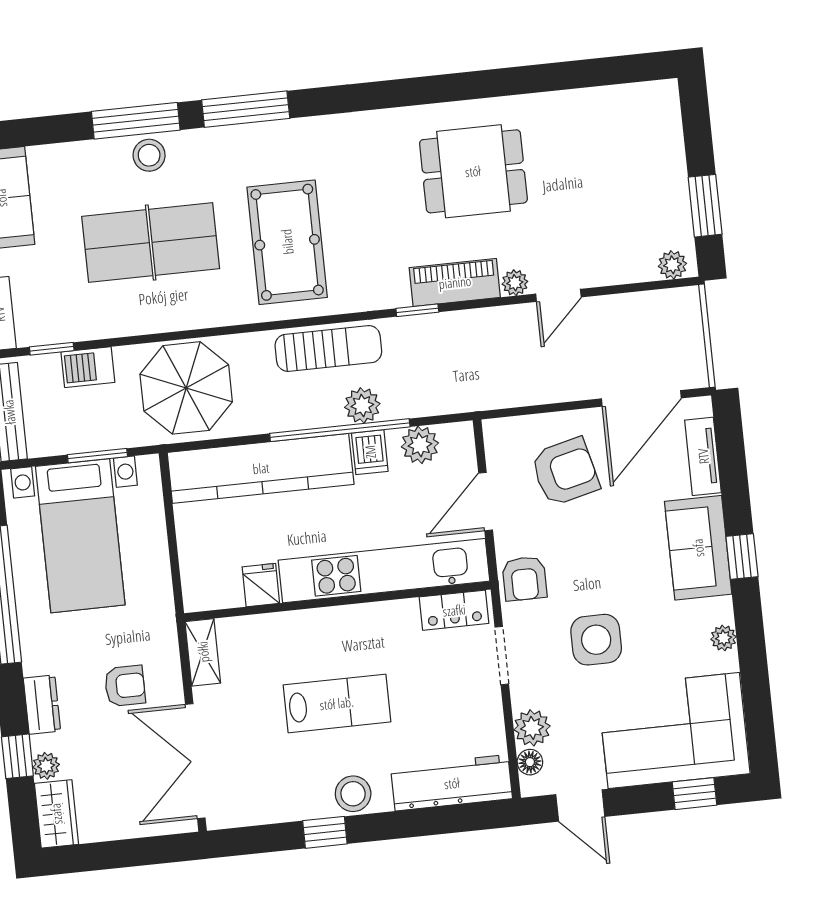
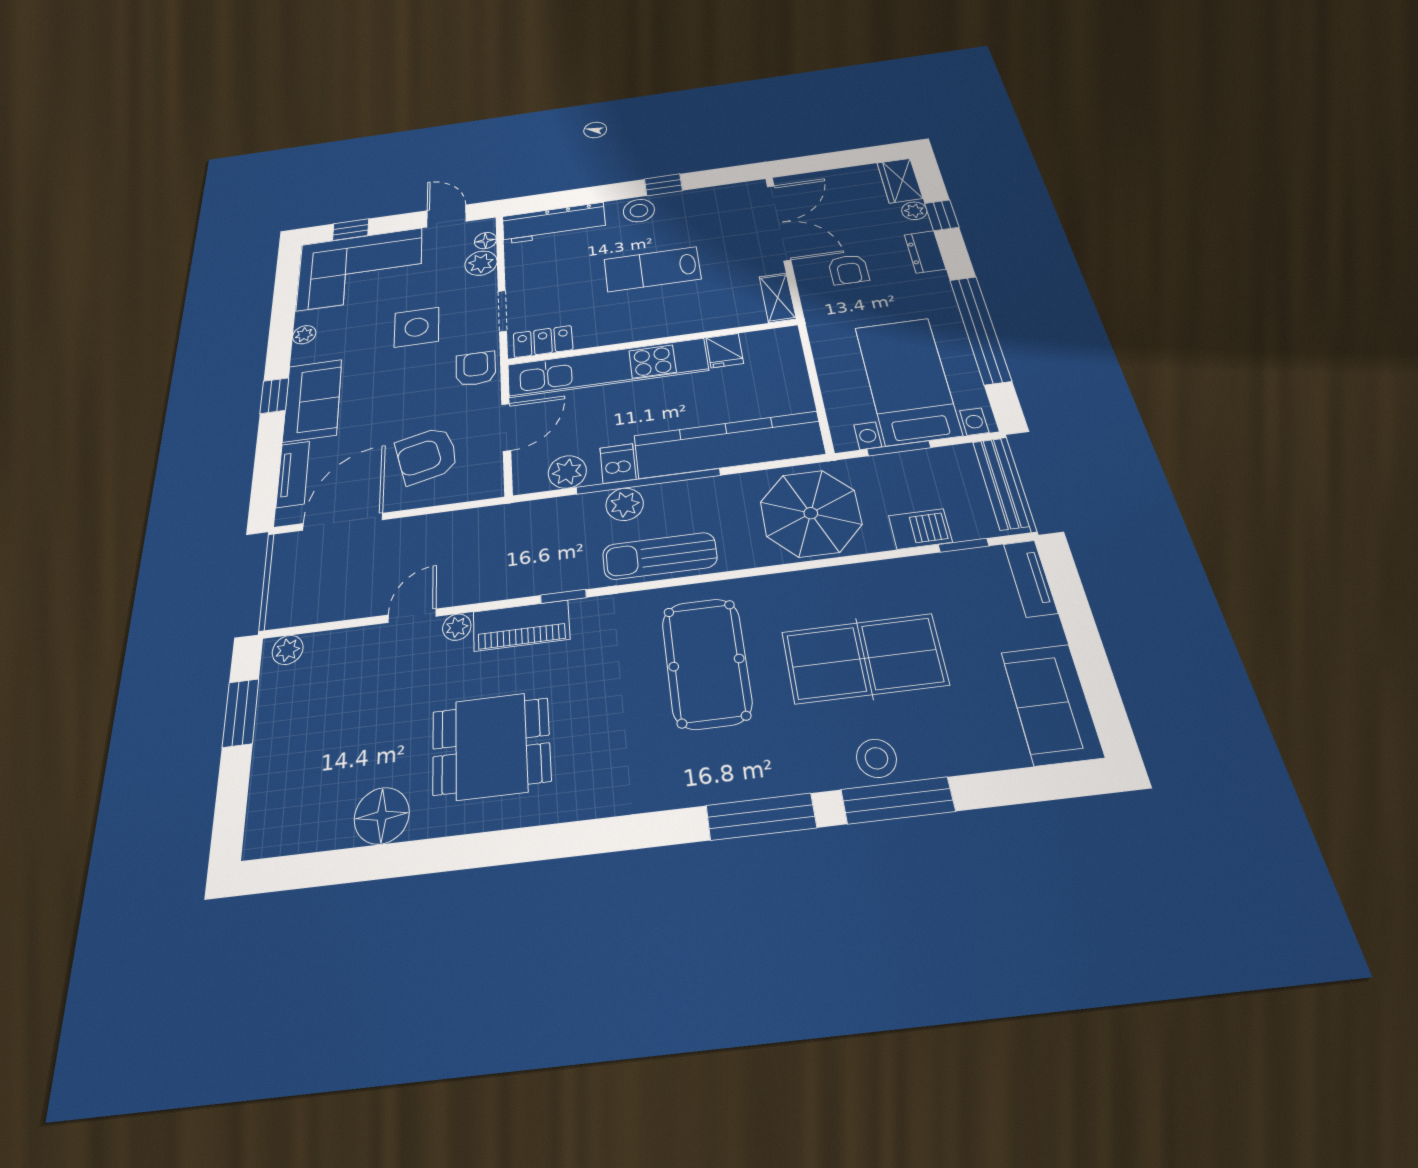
floor lamp: (562, 113) -> (382, 816), added
armchair: (125, 686) -> (849, 270), turned -90

